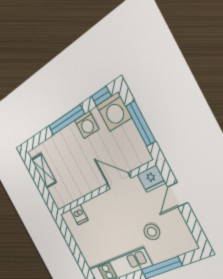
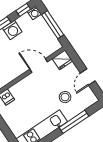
washing machine: (114, 112) -> (34, 13), width x0.53, depth x0.53
door: (178, 195) -> (88, 77), moved

